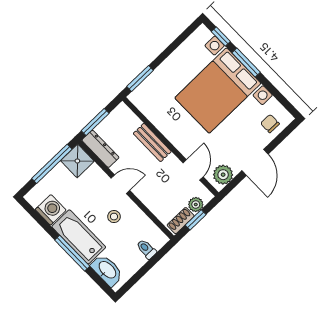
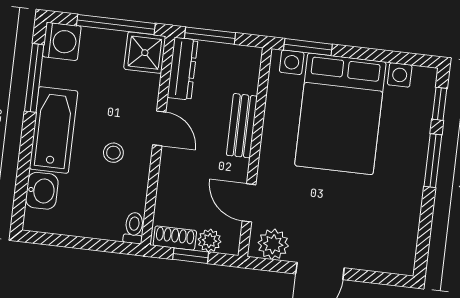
bed with nightstands: (218, 91) -> (340, 114), moved, turned -90
chair: (270, 124) -> (382, 250), removed
door: (193, 170) -> (249, 203), swing flipped
washing machine: (51, 210) -> (62, 41), moved
toilet: (146, 249) -> (134, 228), moved
window: (72, 253) -> (34, 78), moved
washbasin: (107, 270) -> (42, 191), width x0.72

